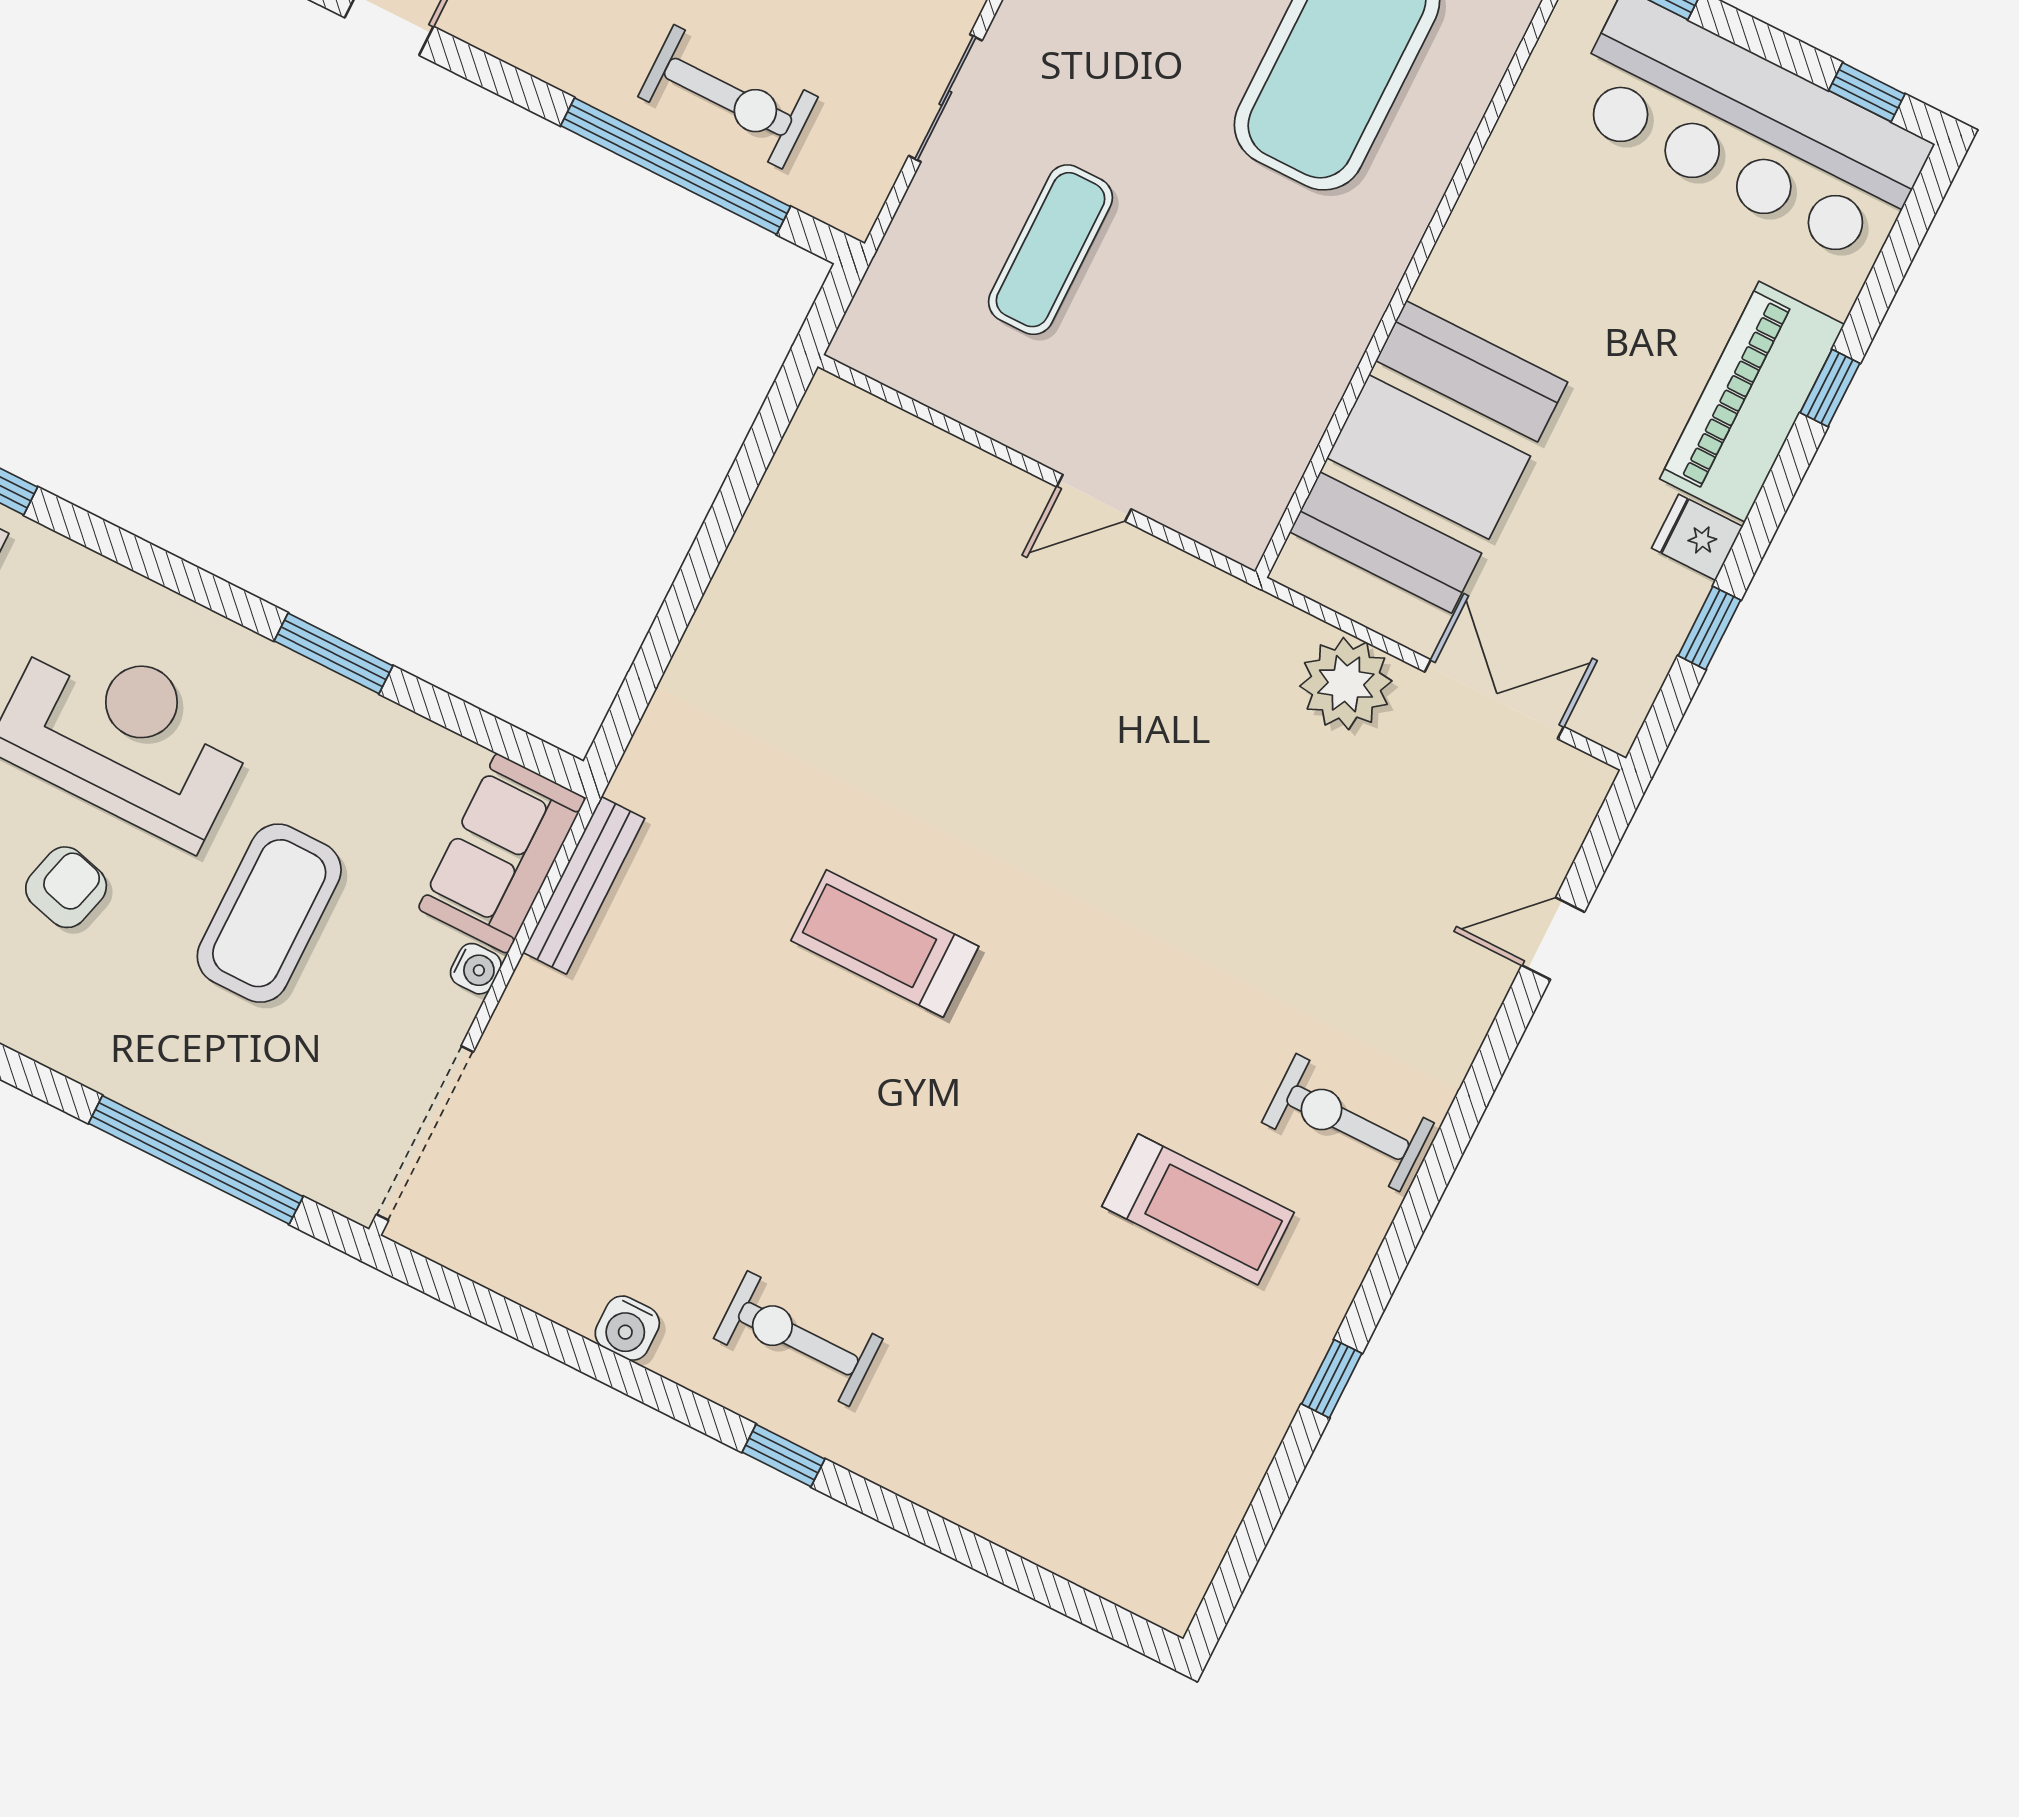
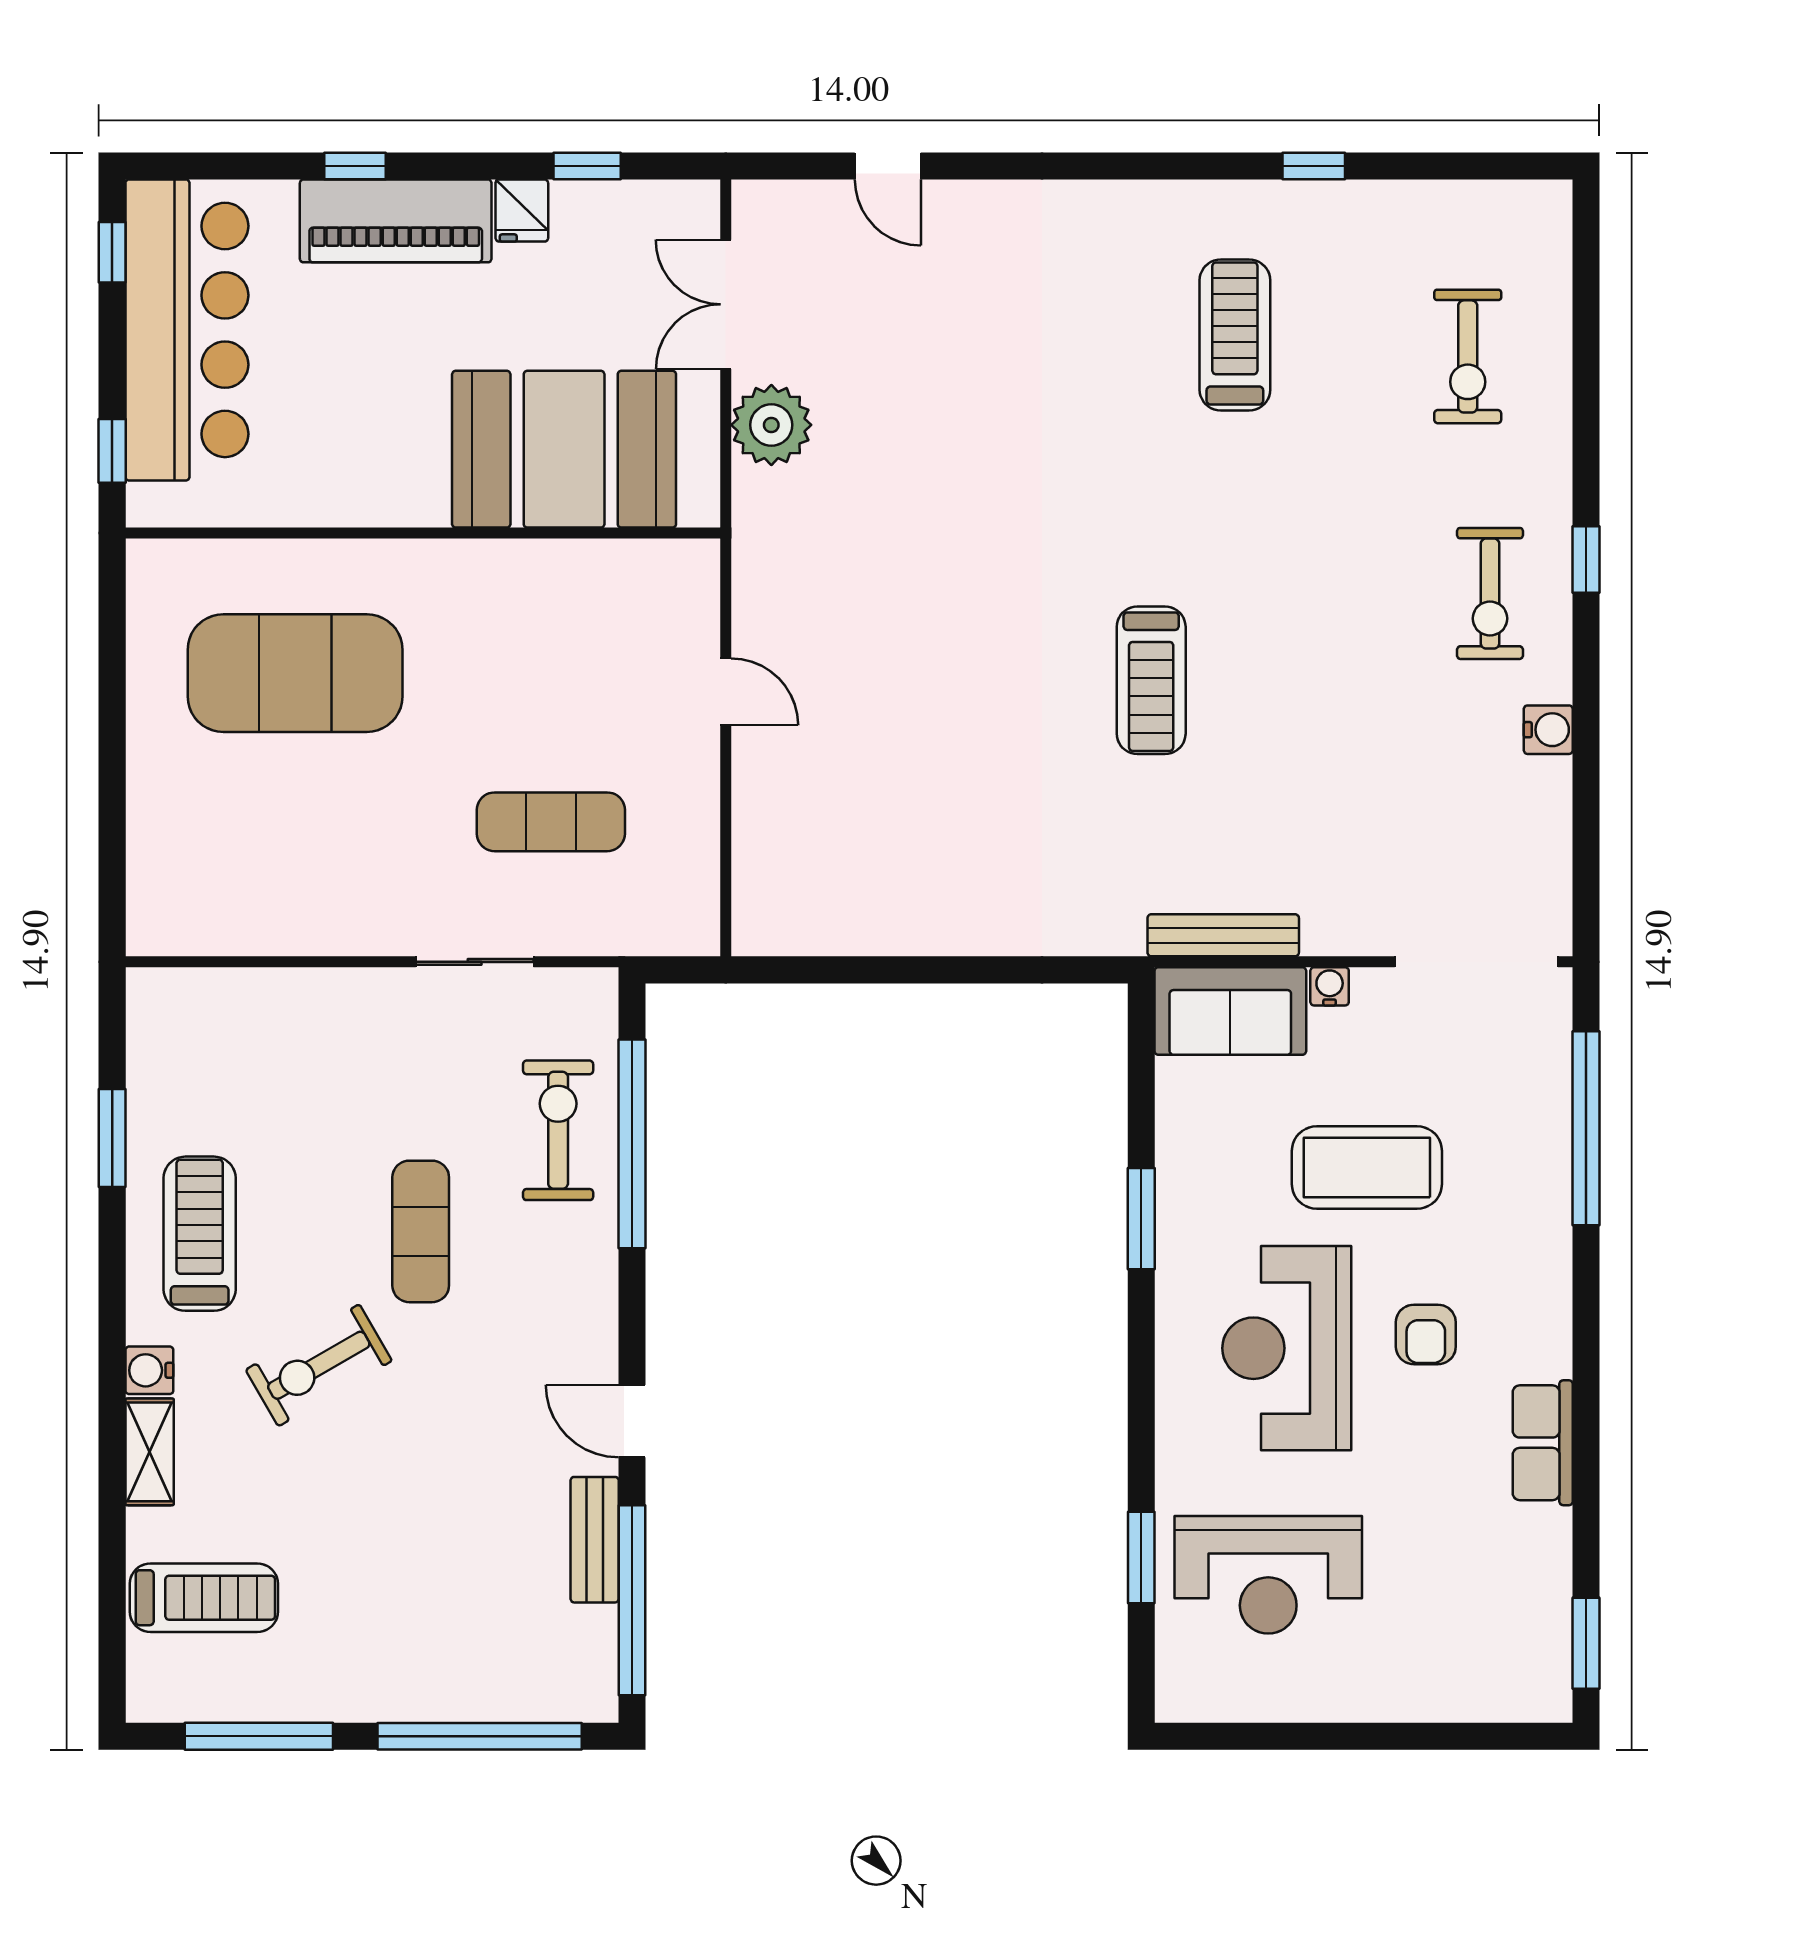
armchair: (66, 887) -> (1426, 1334), turned -105
exercise bike: (1348, 1123) -> (1468, 356), moved

